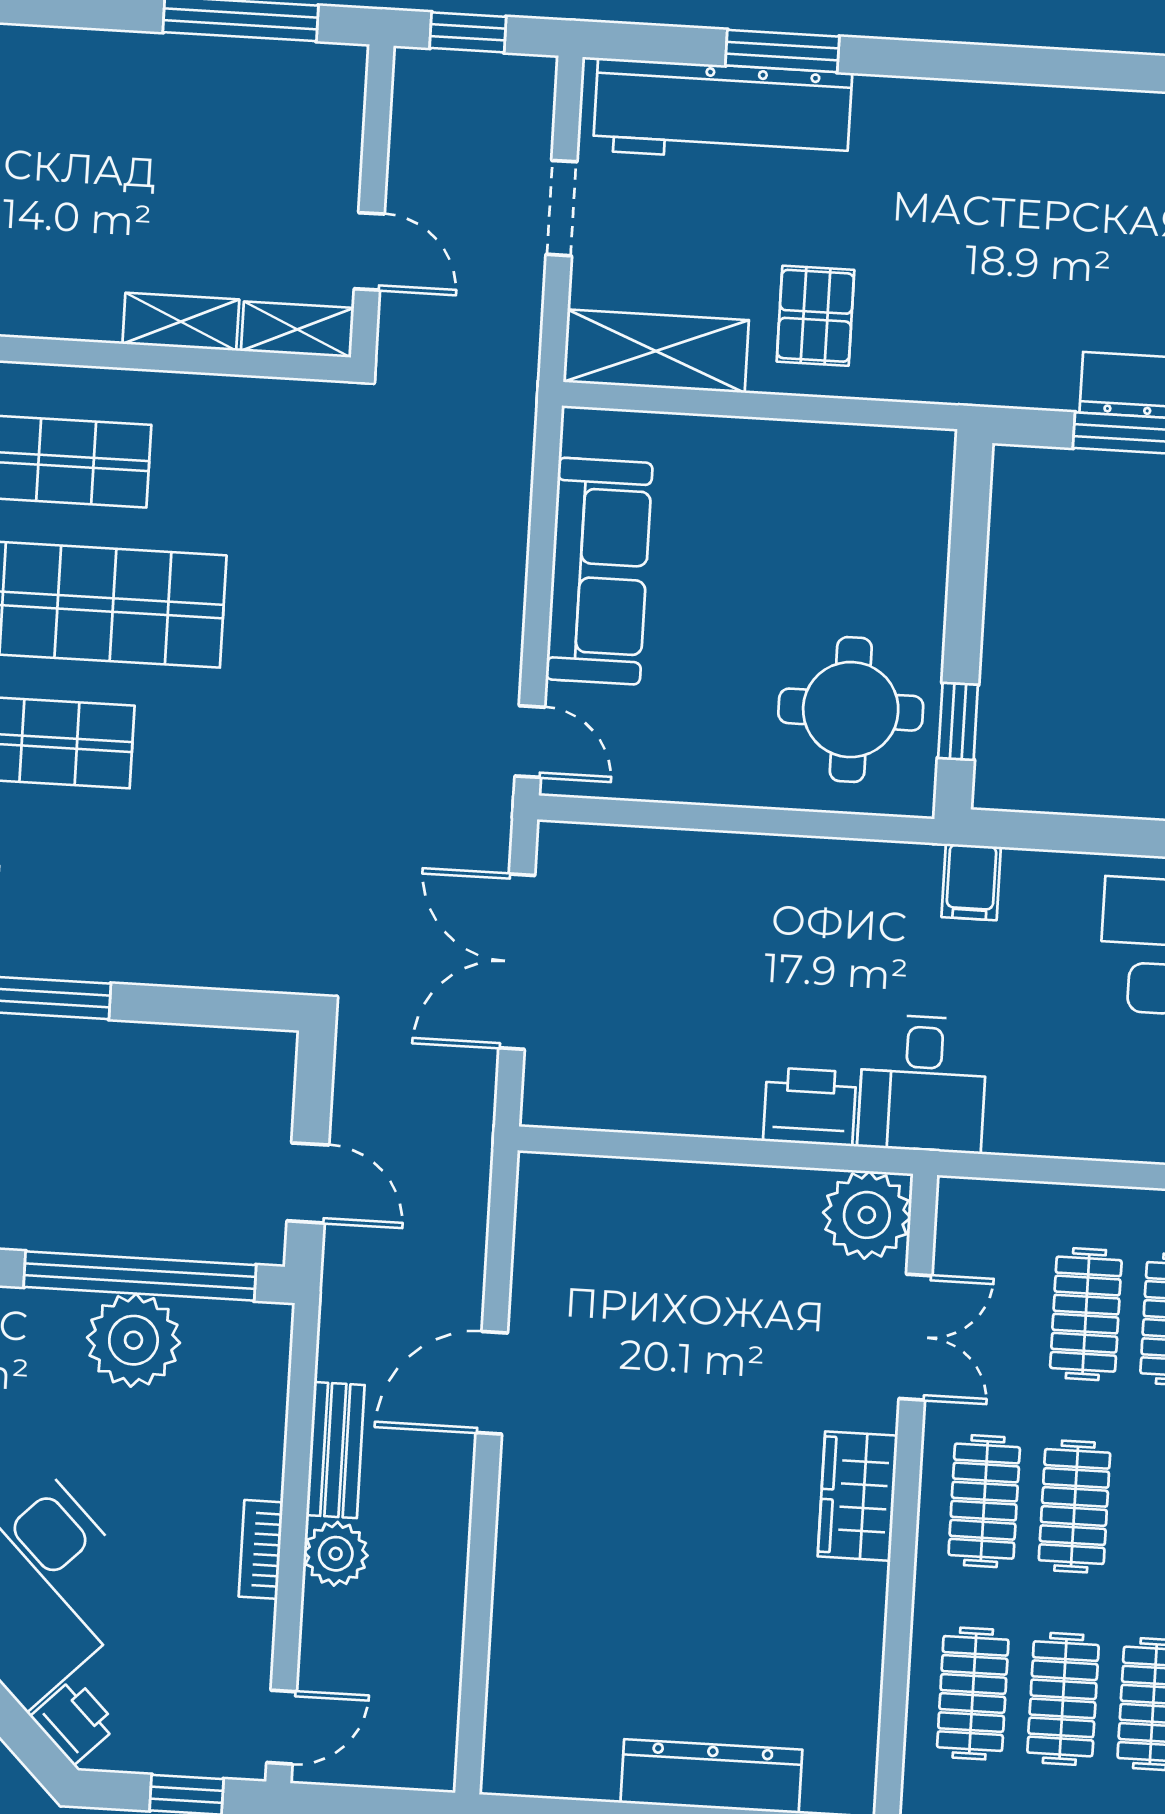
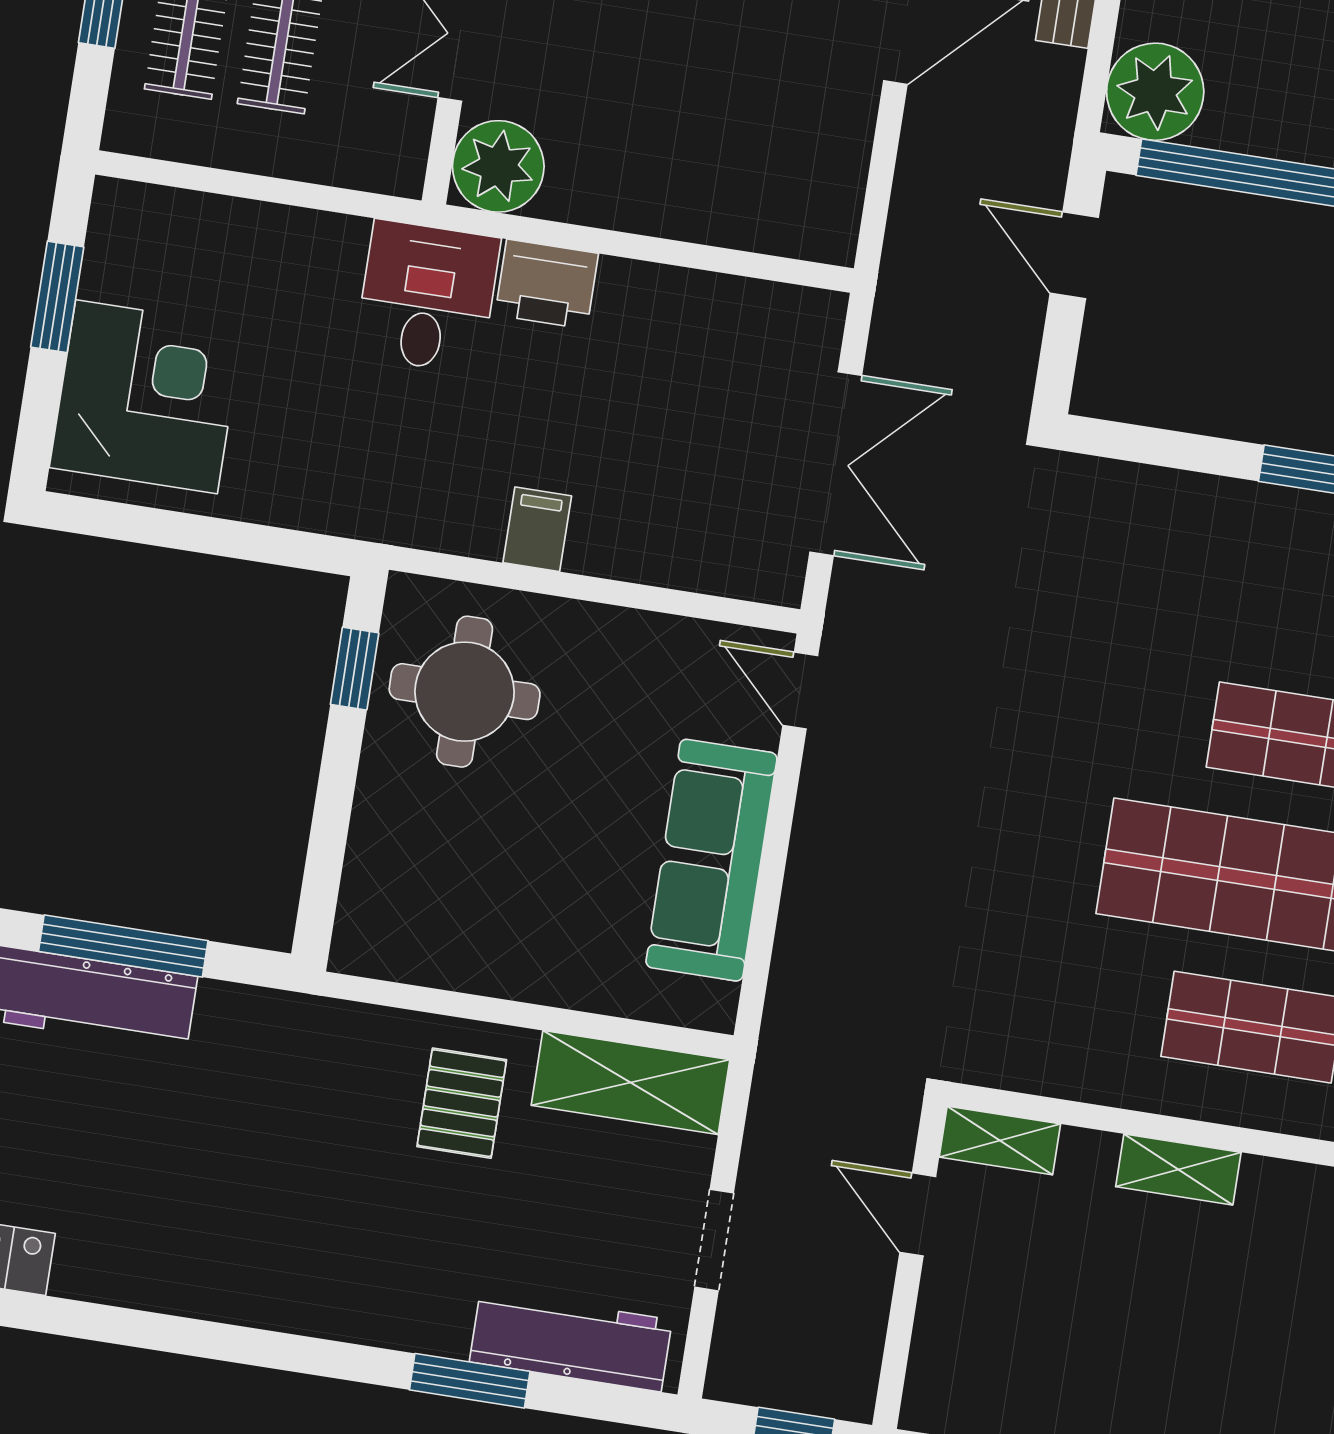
workbench: (722, 112) -> (571, 1341), width x0.73, depth x0.76
shelving: (181, 322) -> (1178, 1169), moved
filing cabinet: (971, 882) -> (537, 529), moved
plant: (133, 1340) -> (1155, 92), moved

